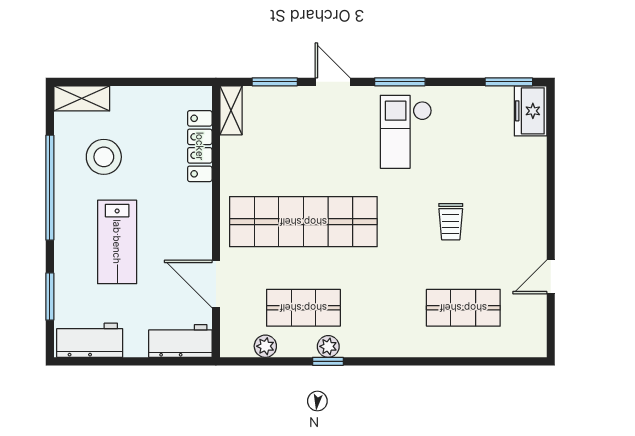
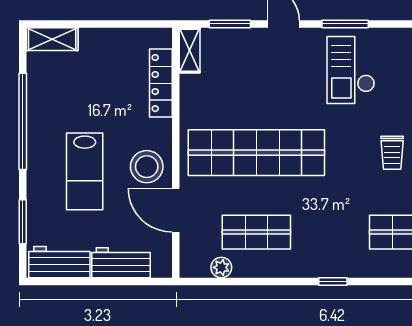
stool: (104, 157) -> (147, 167), moved
workbench: (180, 341) -> (121, 263), moved
plant: (328, 346) -> (279, 268), removed
window: (328, 361) -> (333, 281), moved

